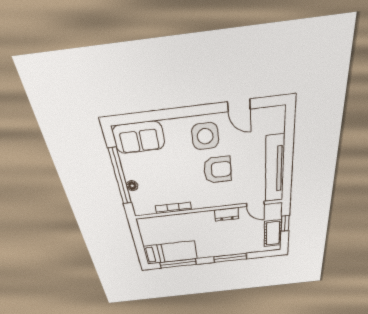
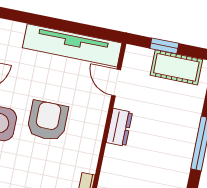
door: (255, 204) -> (116, 83), swing flipped

